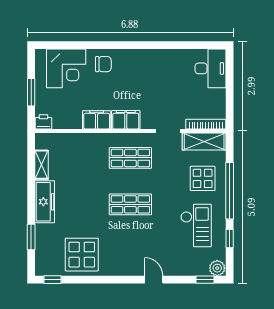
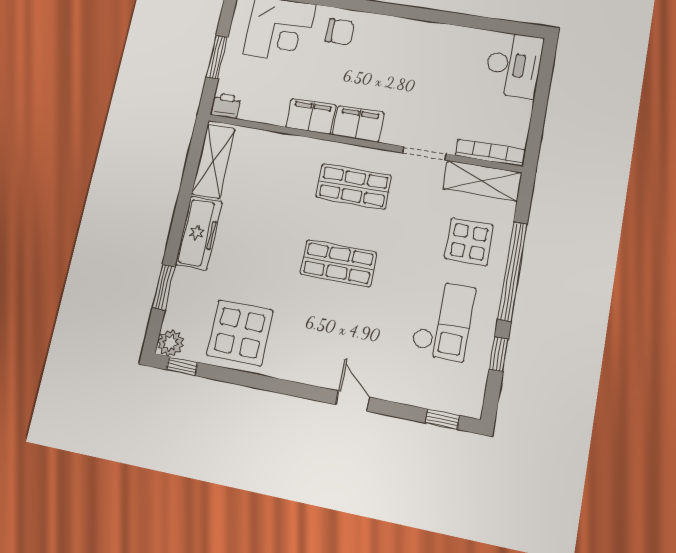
shelving: (41, 165) -> (213, 161), width x1.50, depth x1.33
plant: (217, 268) -> (170, 343), moved

